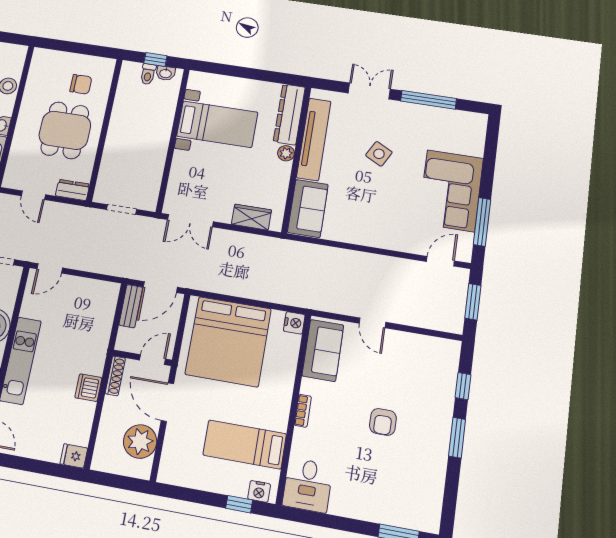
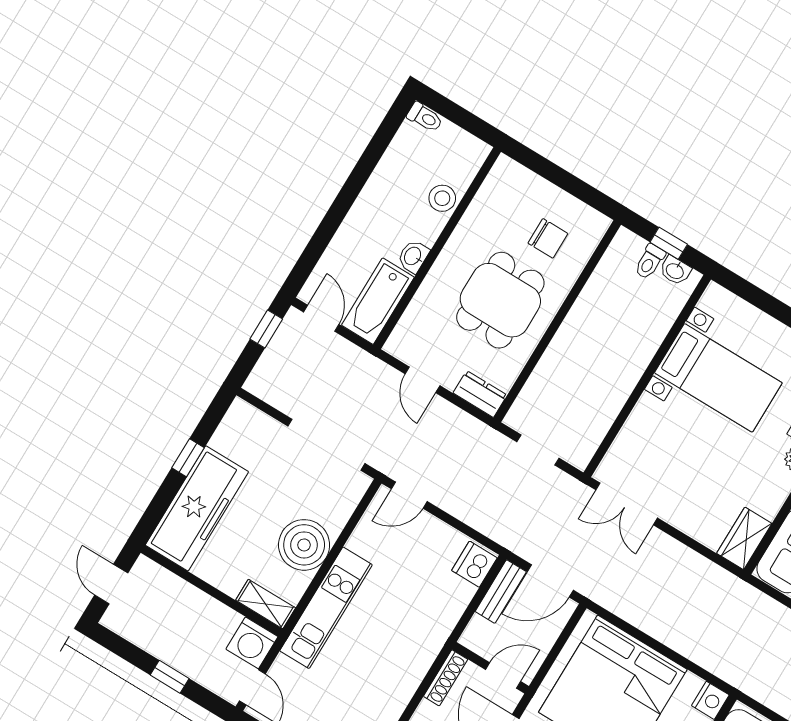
wardrobe: (251, 217) -> (744, 538), moved, turned -90
dishwasher: (88, 388) -> (474, 564), moved

